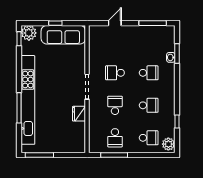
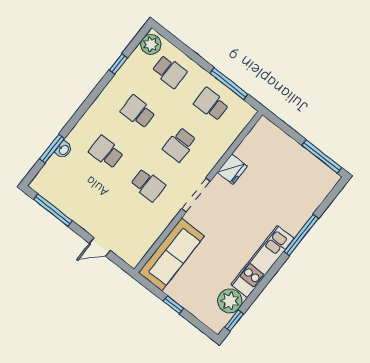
plant: (29, 33) -> (230, 301), moved
sofa: (63, 35) -> (171, 254), moved, turned 90
kitchen unit: (28, 100) -> (262, 262), width x0.54
school desk: (115, 138) -> (211, 104), turned -90
school desk: (149, 138) -> (169, 71), turned 180

